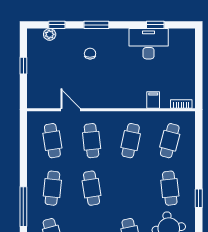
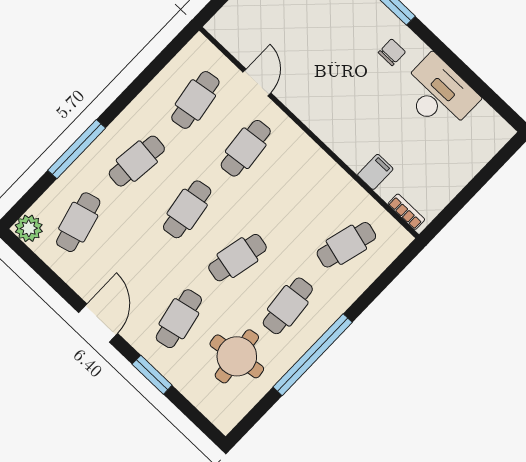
window: (155, 25) -> (471, 78), removed
chair: (90, 54) -> (392, 52), moved
cafe table: (131, 141) -> (237, 258), moved
window: (199, 198) -> (313, 355), width x3.17

